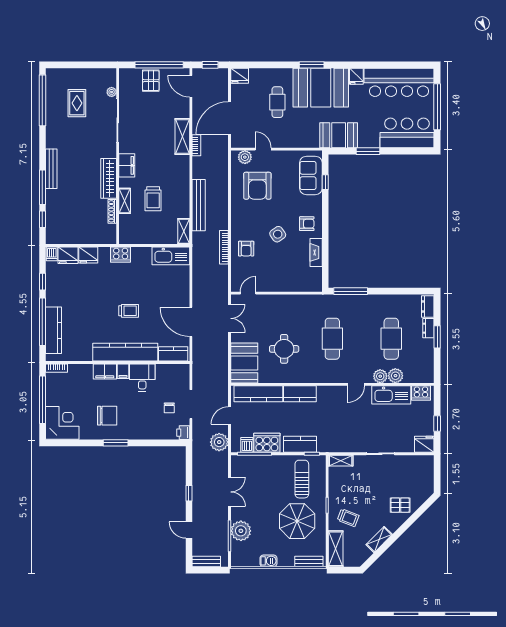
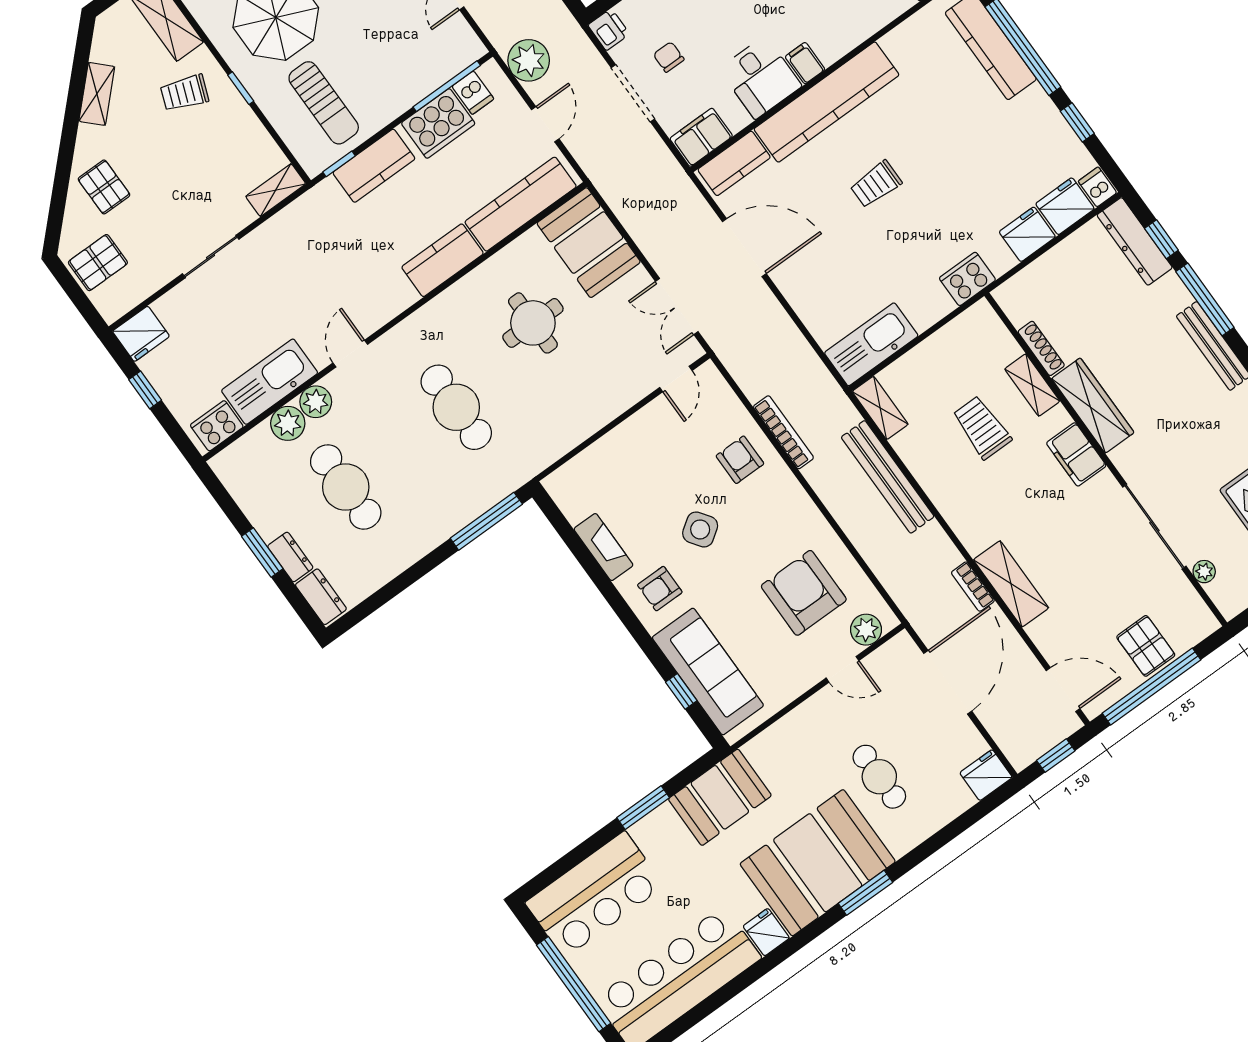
sofa: (311, 175) -> (708, 671), width x1.36
dresser: (52, 225) -> (1135, 241), added
filing cabinet: (105, 371) -> (701, 137), moved
pallet: (421, 480) -> (98, 263), added
pallet: (400, 505) -> (104, 187), turned 90

